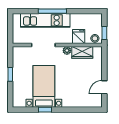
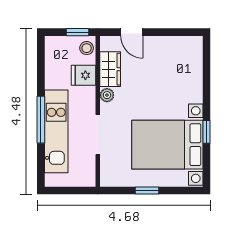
bed with nightstands: (44, 86) -> (167, 145), width x1.36
door: (104, 87) -> (132, 32), moved

